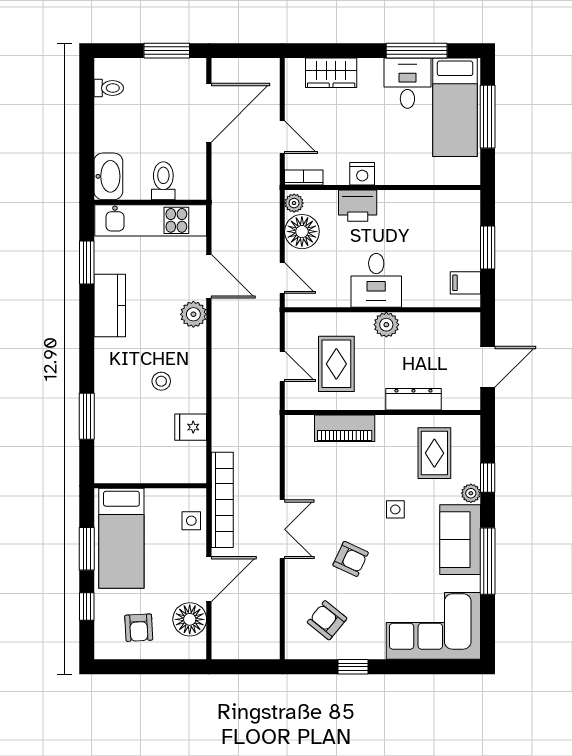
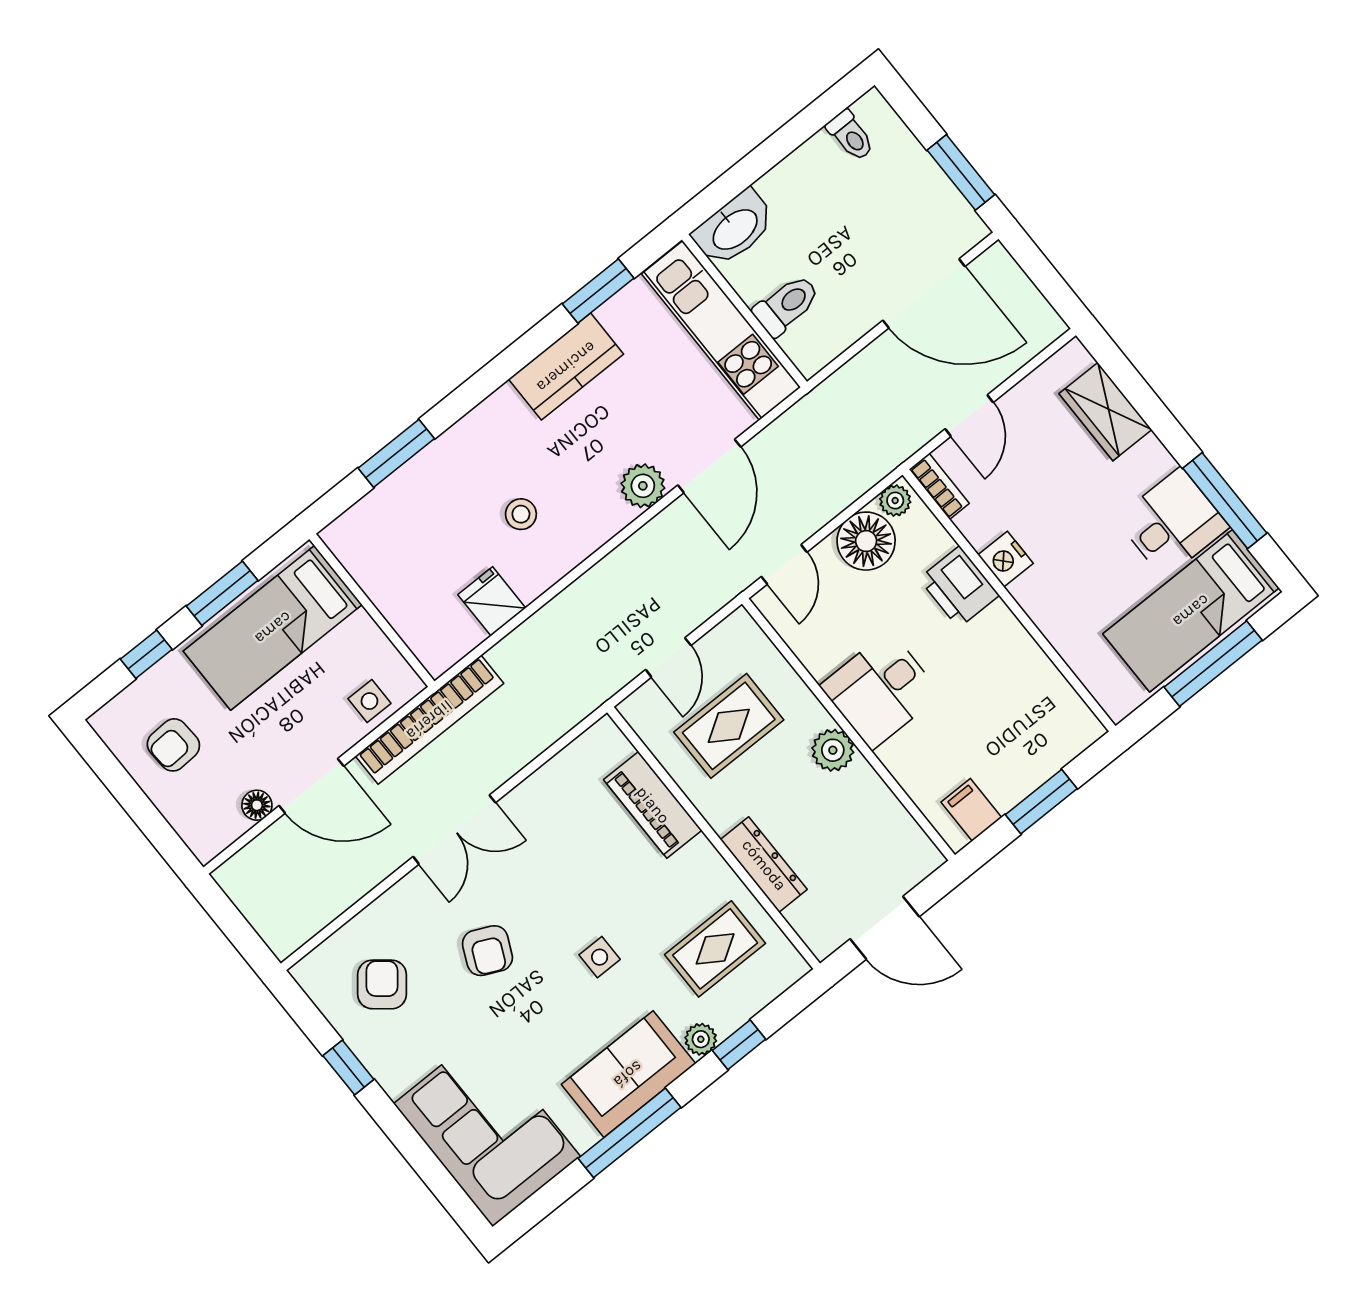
floor lamp: (190, 619) -> (257, 805), width x0.53, depth x0.53

